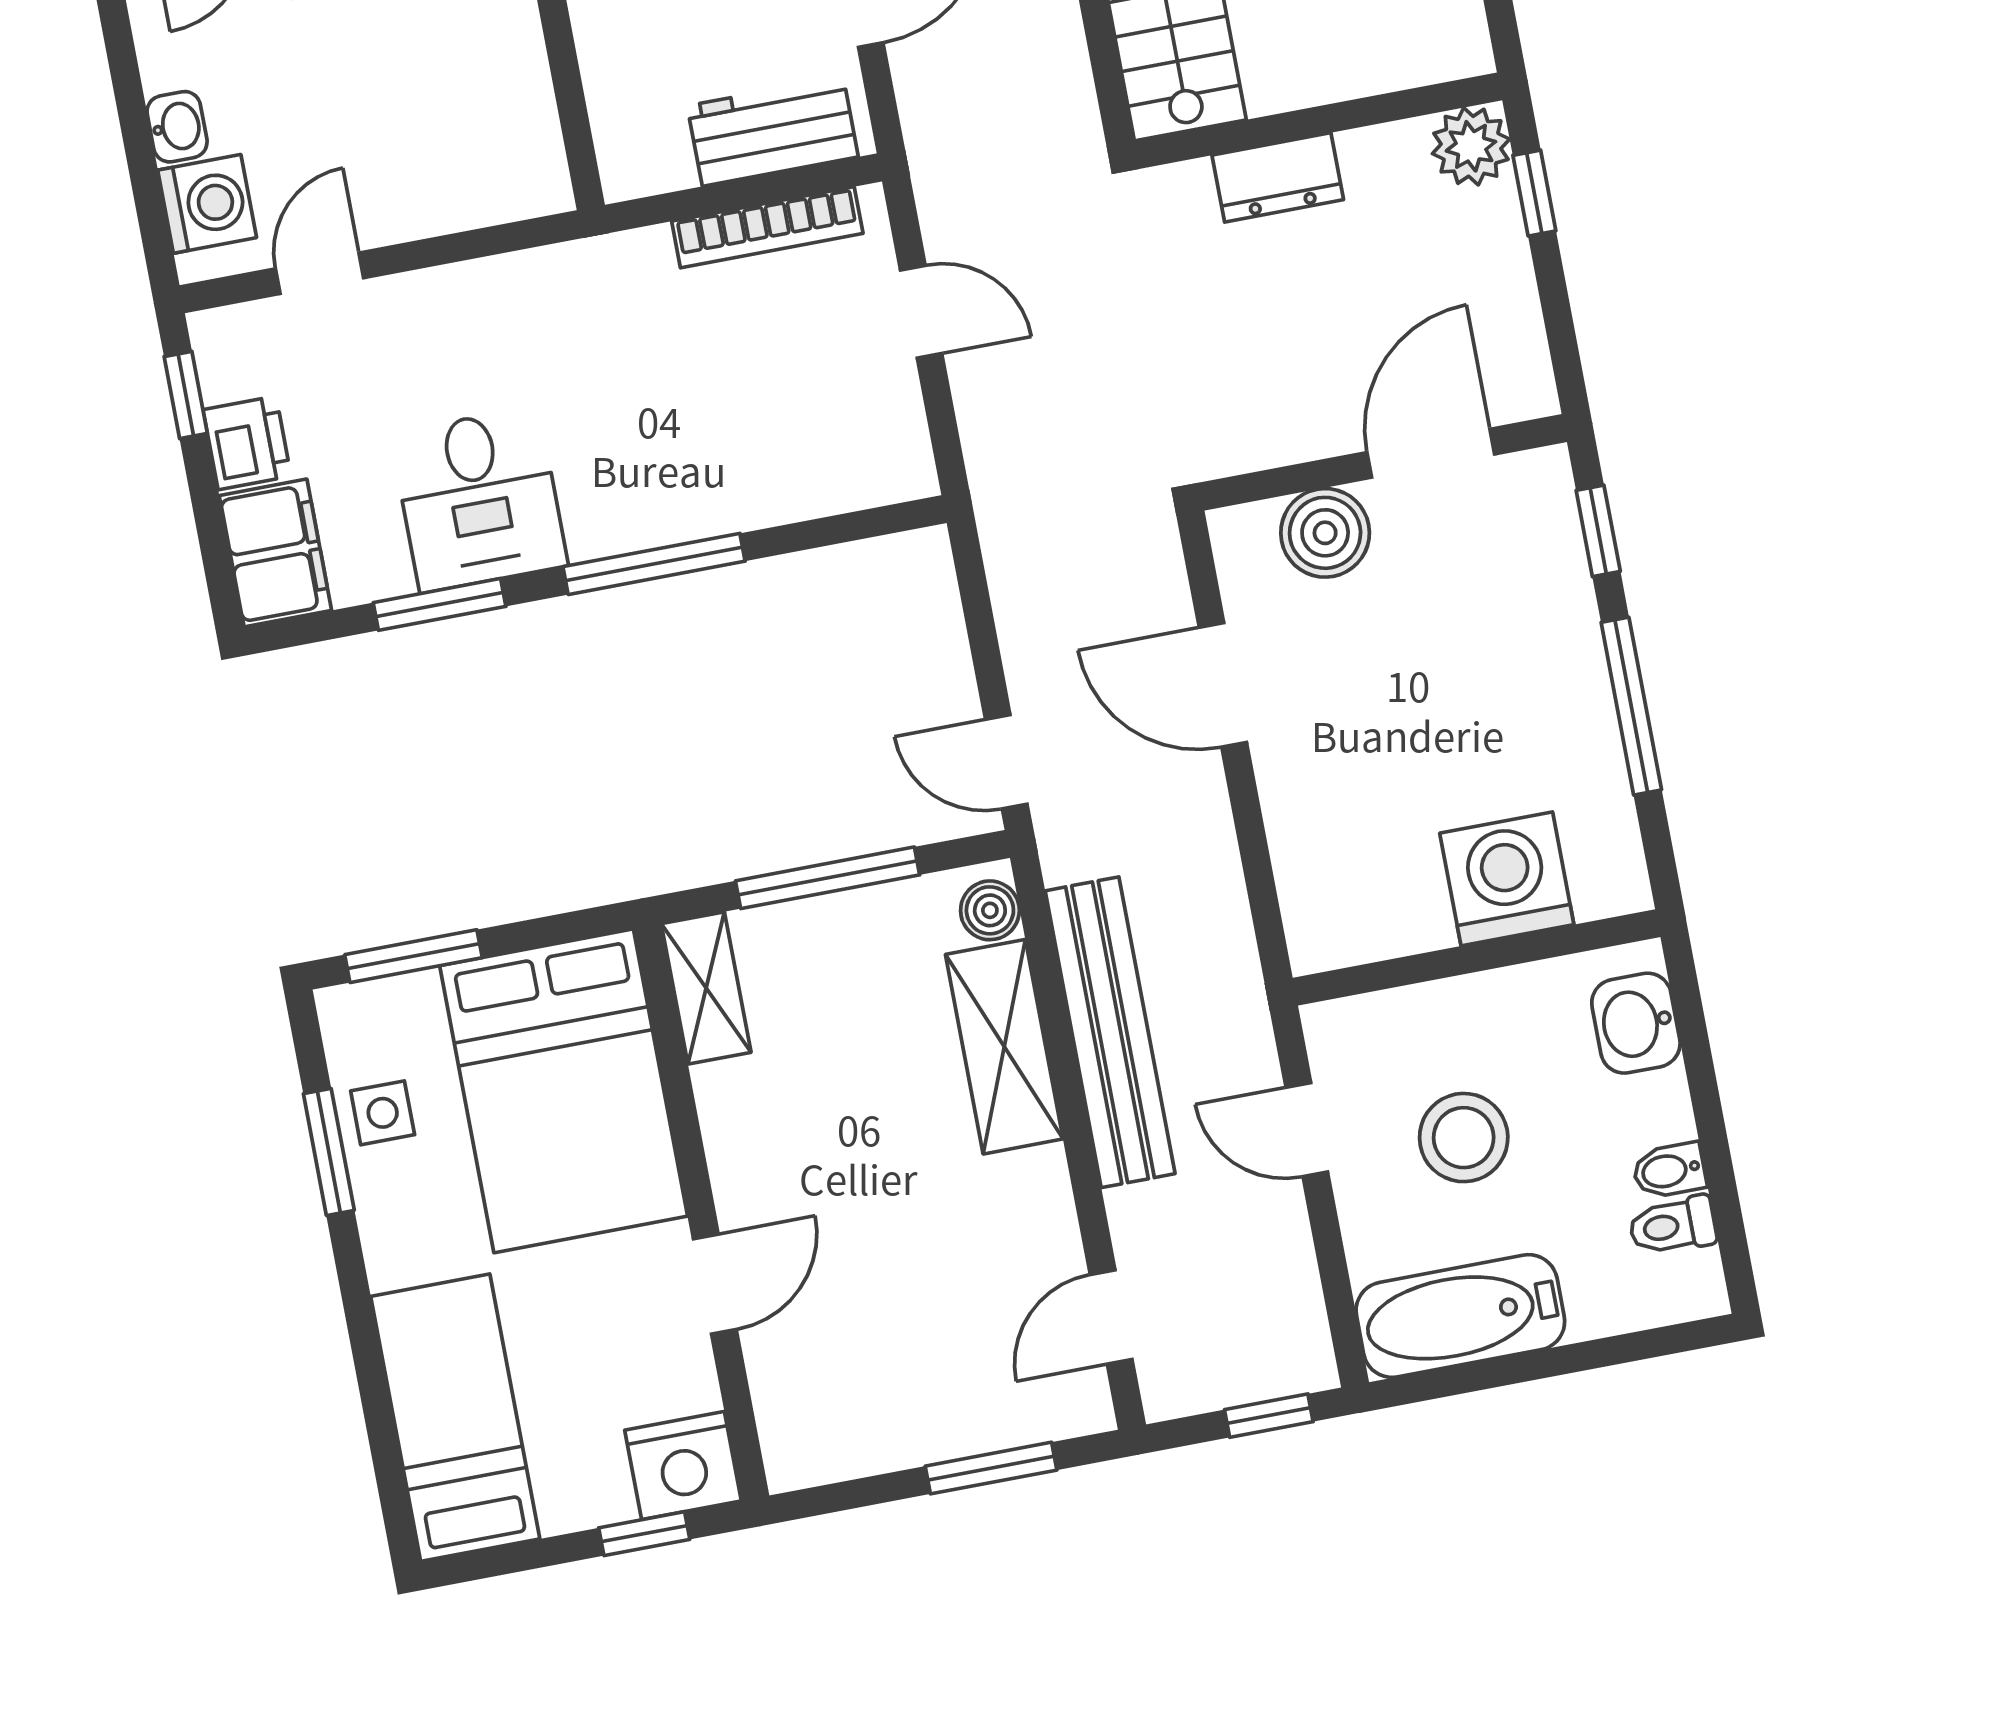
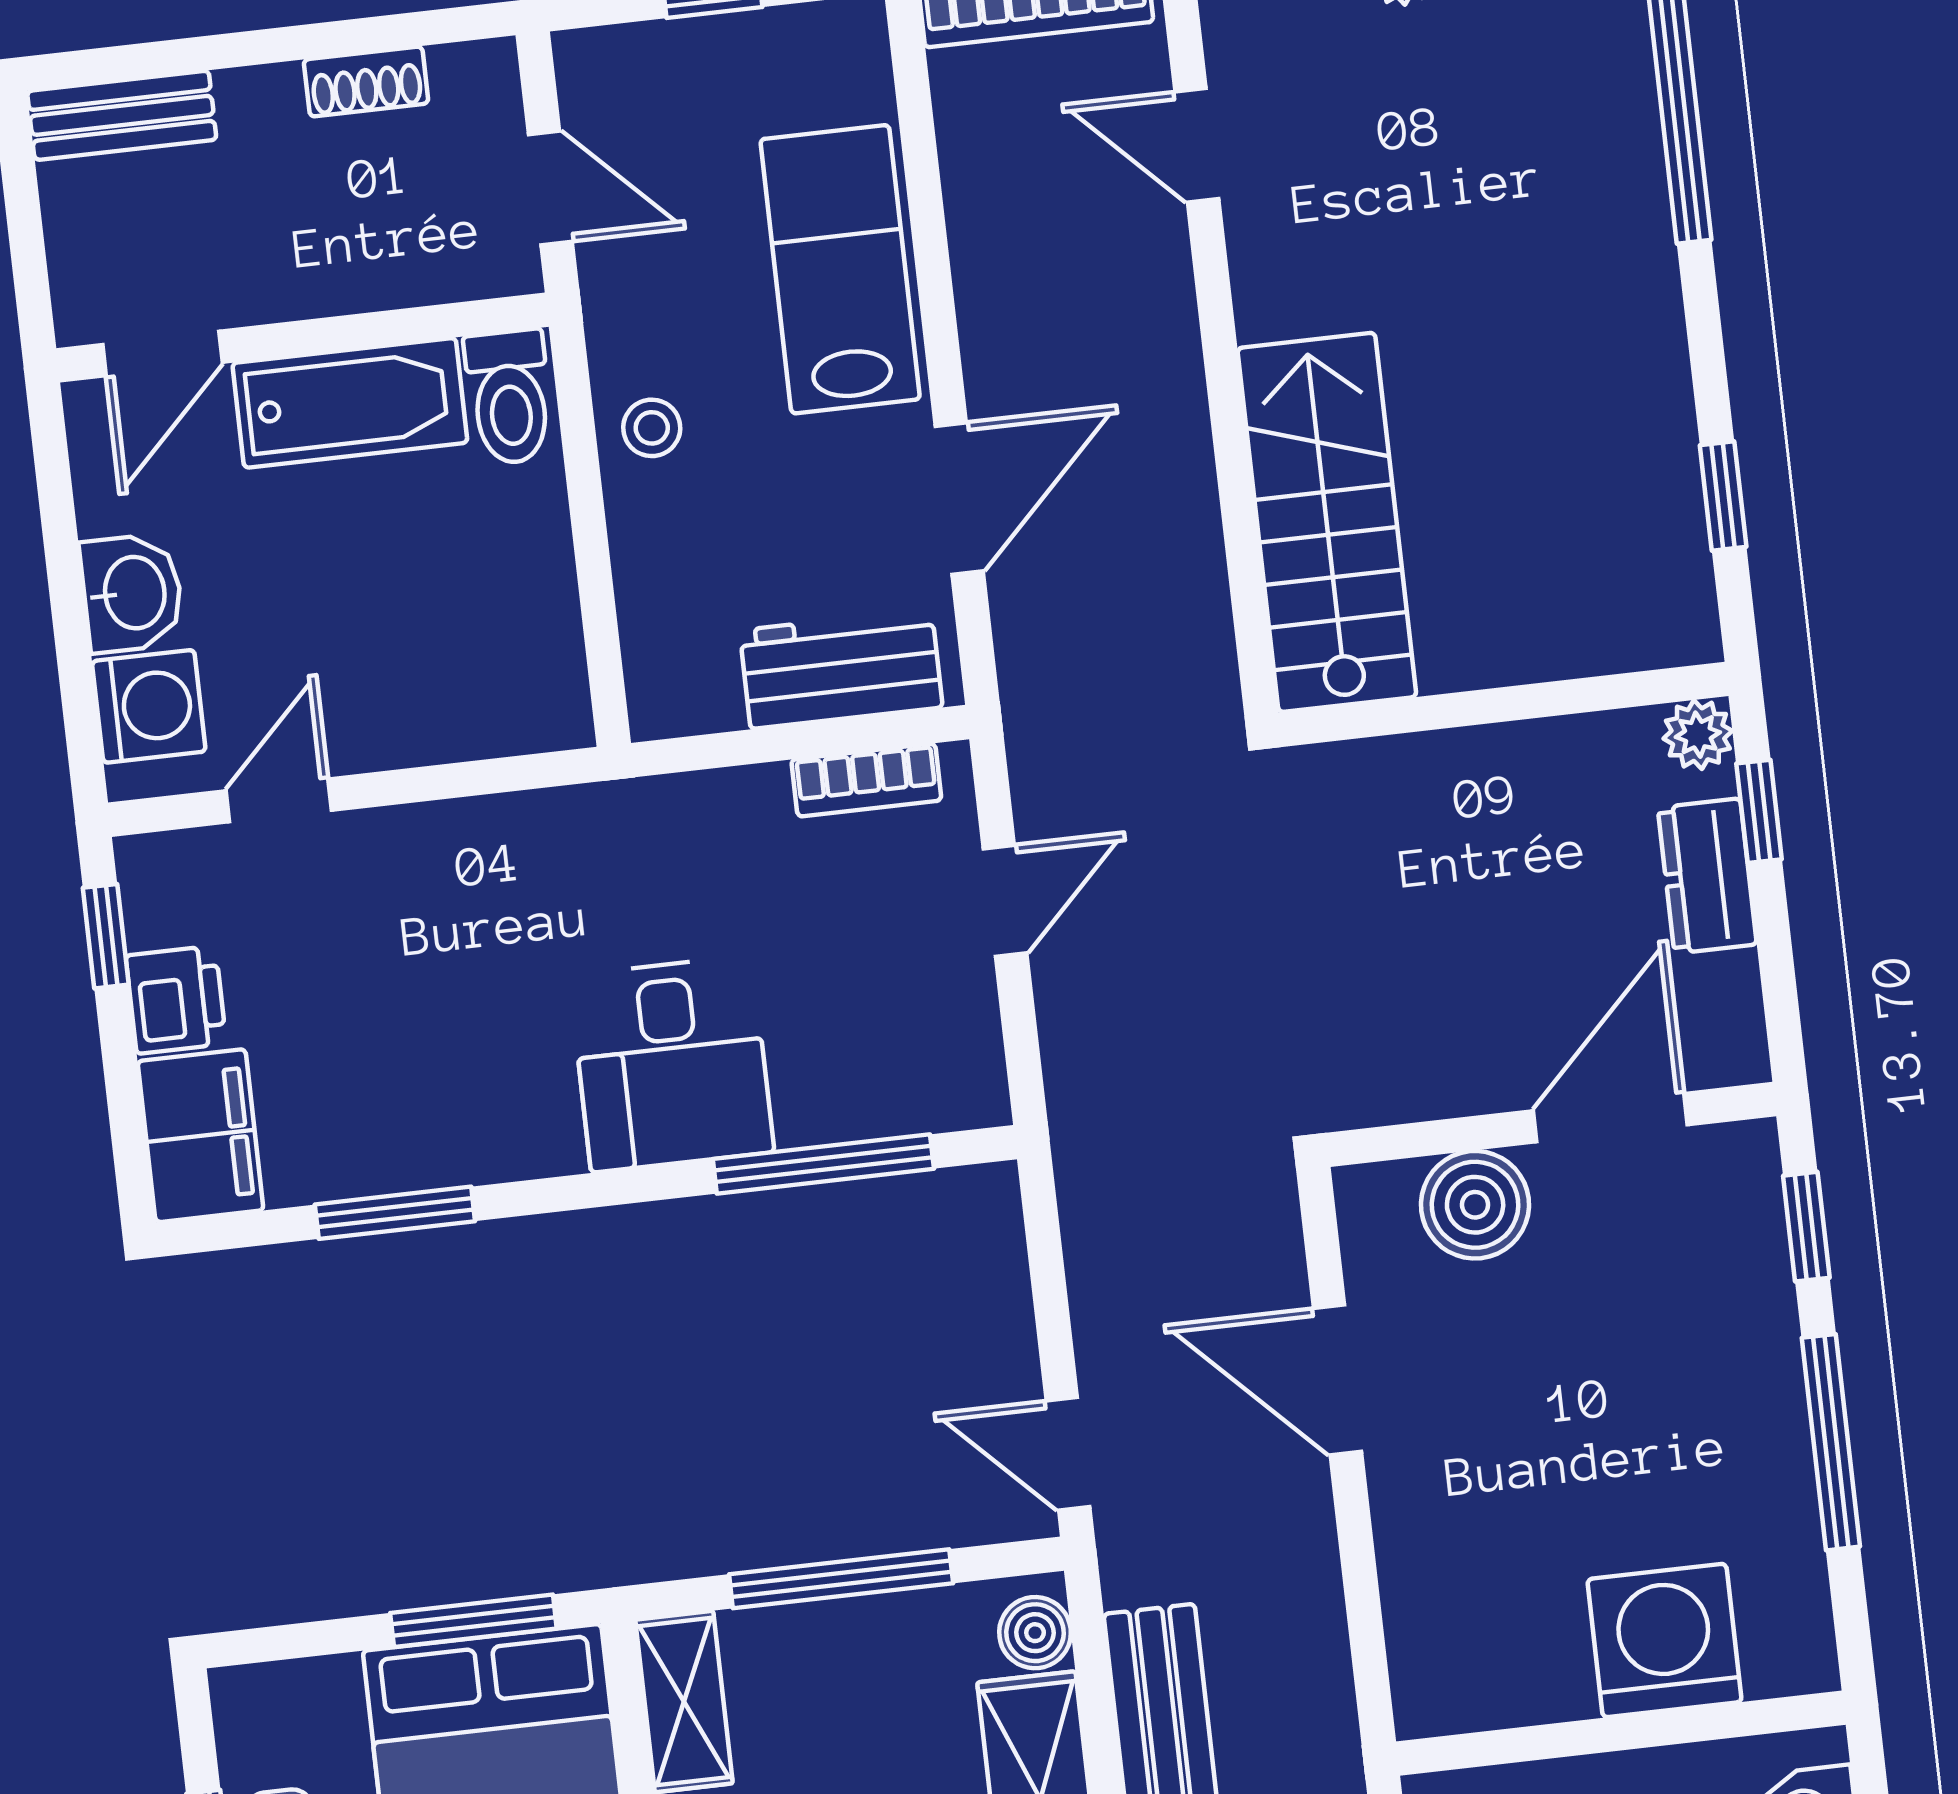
washbasin: (177, 127) -> (132, 593), width x1.38, depth x1.45
plant: (1471, 146) -> (1698, 735), width x0.73, depth x0.73
dresser: (1278, 177) -> (1707, 876), moved, turned 90
bookcase: (767, 227) -> (866, 780), width x0.64
door: (921, 312) -> (1005, 901), hinge flipped
desk: (479, 499) -> (672, 1064), moved
window: (654, 564) -> (823, 1164), moved
window: (413, 956) -> (473, 1621), moved

